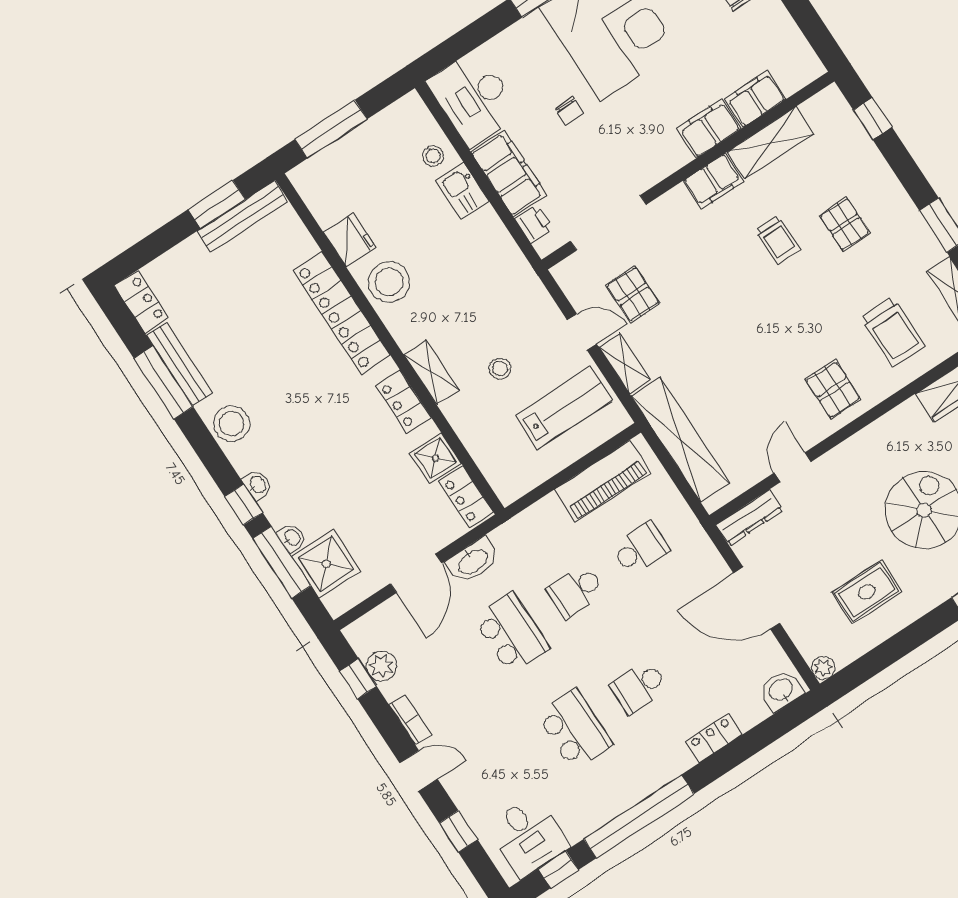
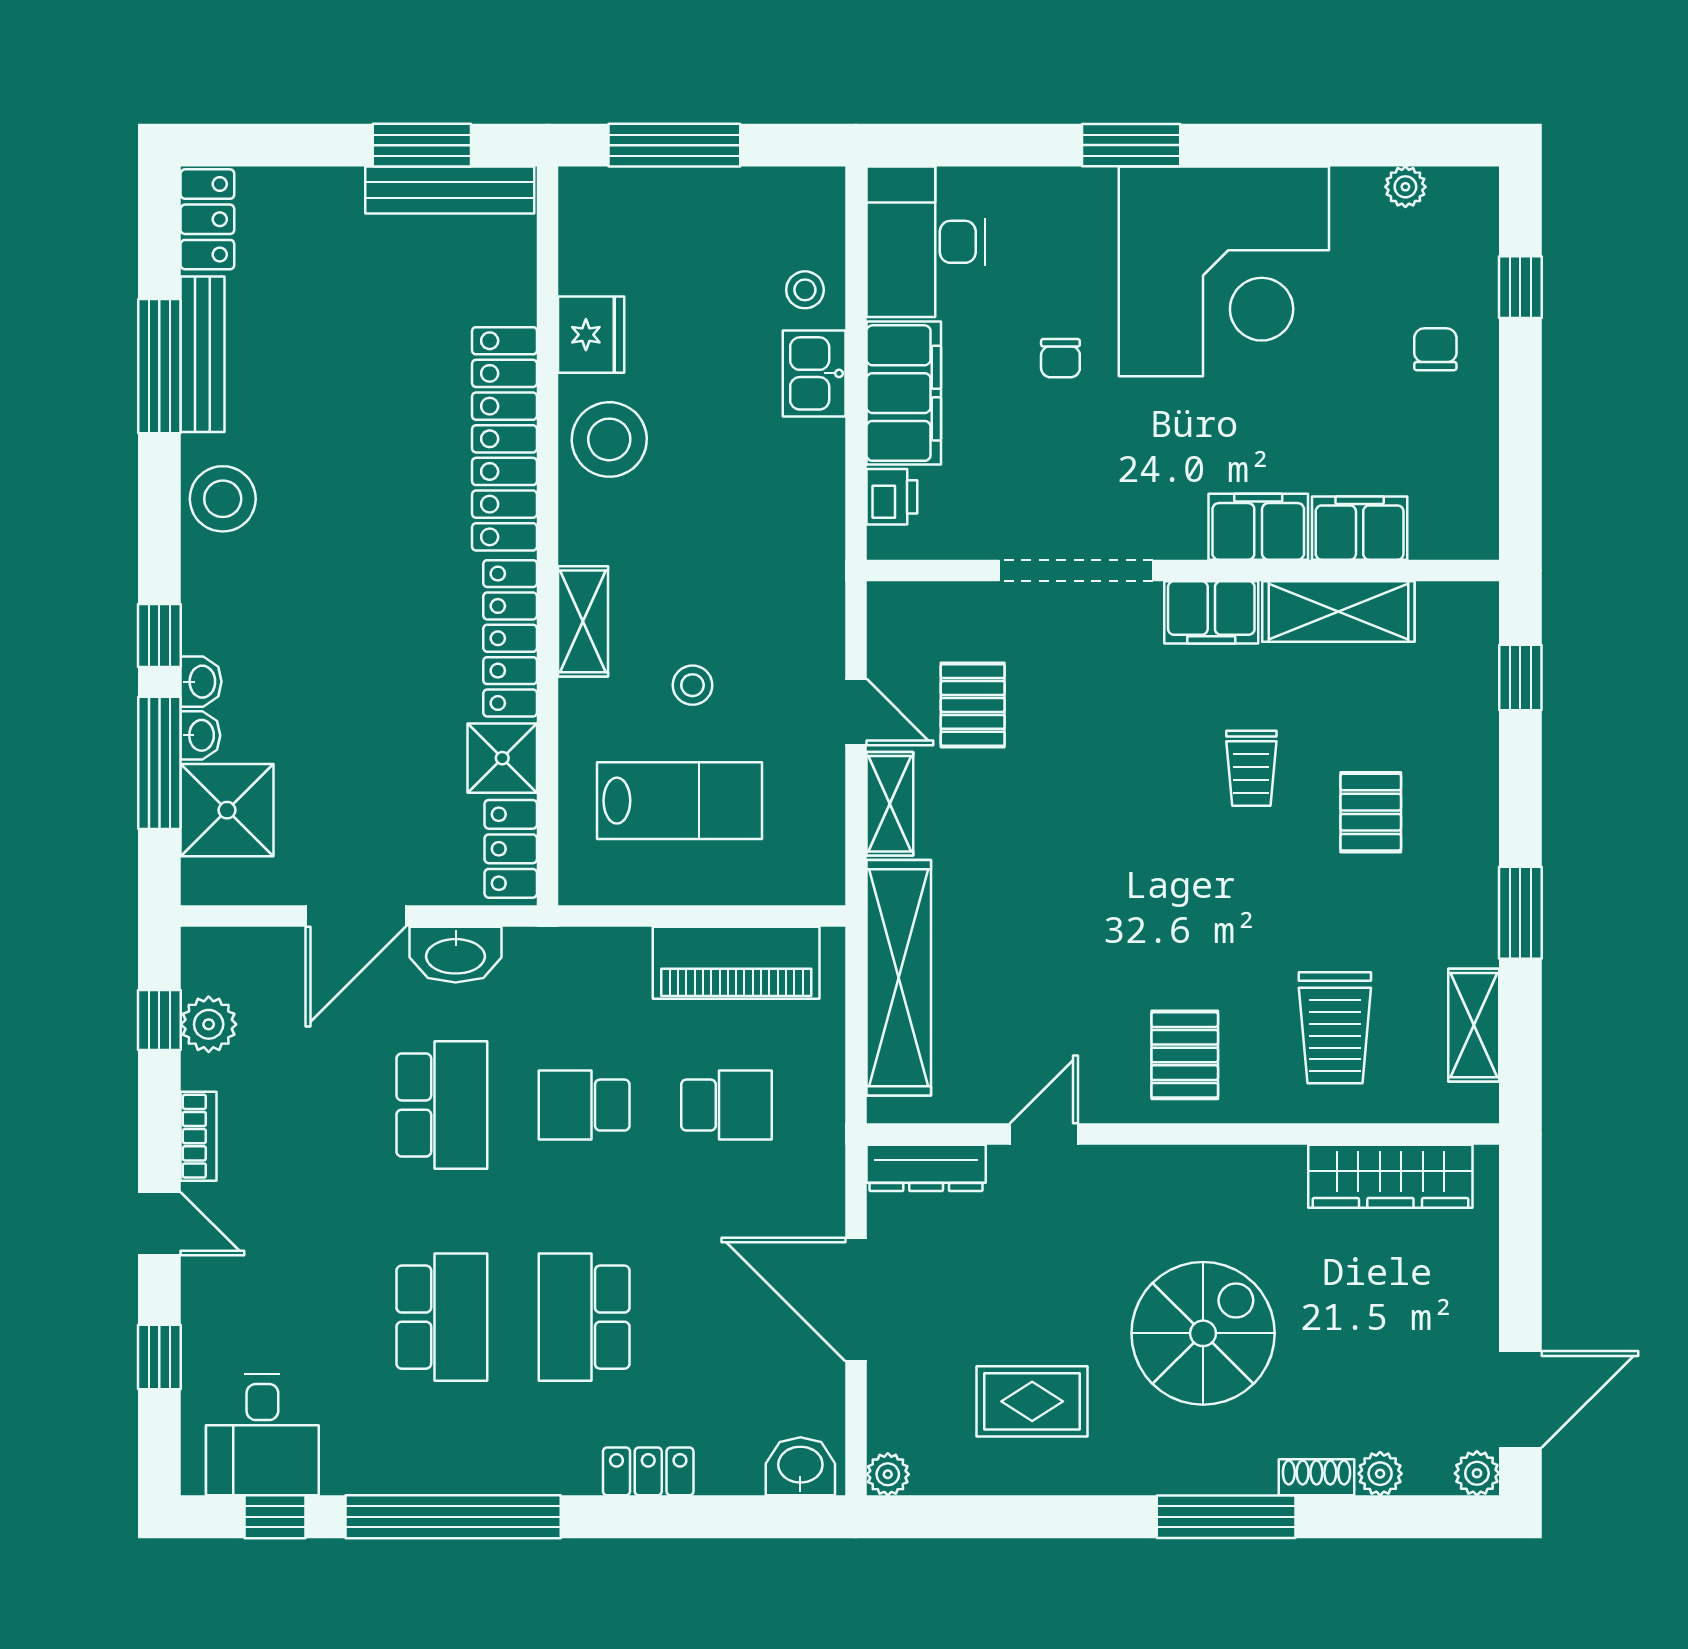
doorway: (608, 223) -> (1076, 570), moved
locker: (403, 401) -> (510, 638), width x1.53
lab bench: (563, 408) -> (679, 801), moved
washbasin: (258, 485) -> (201, 682), moved
school desk: (639, 687) -> (584, 1317), width x1.85

